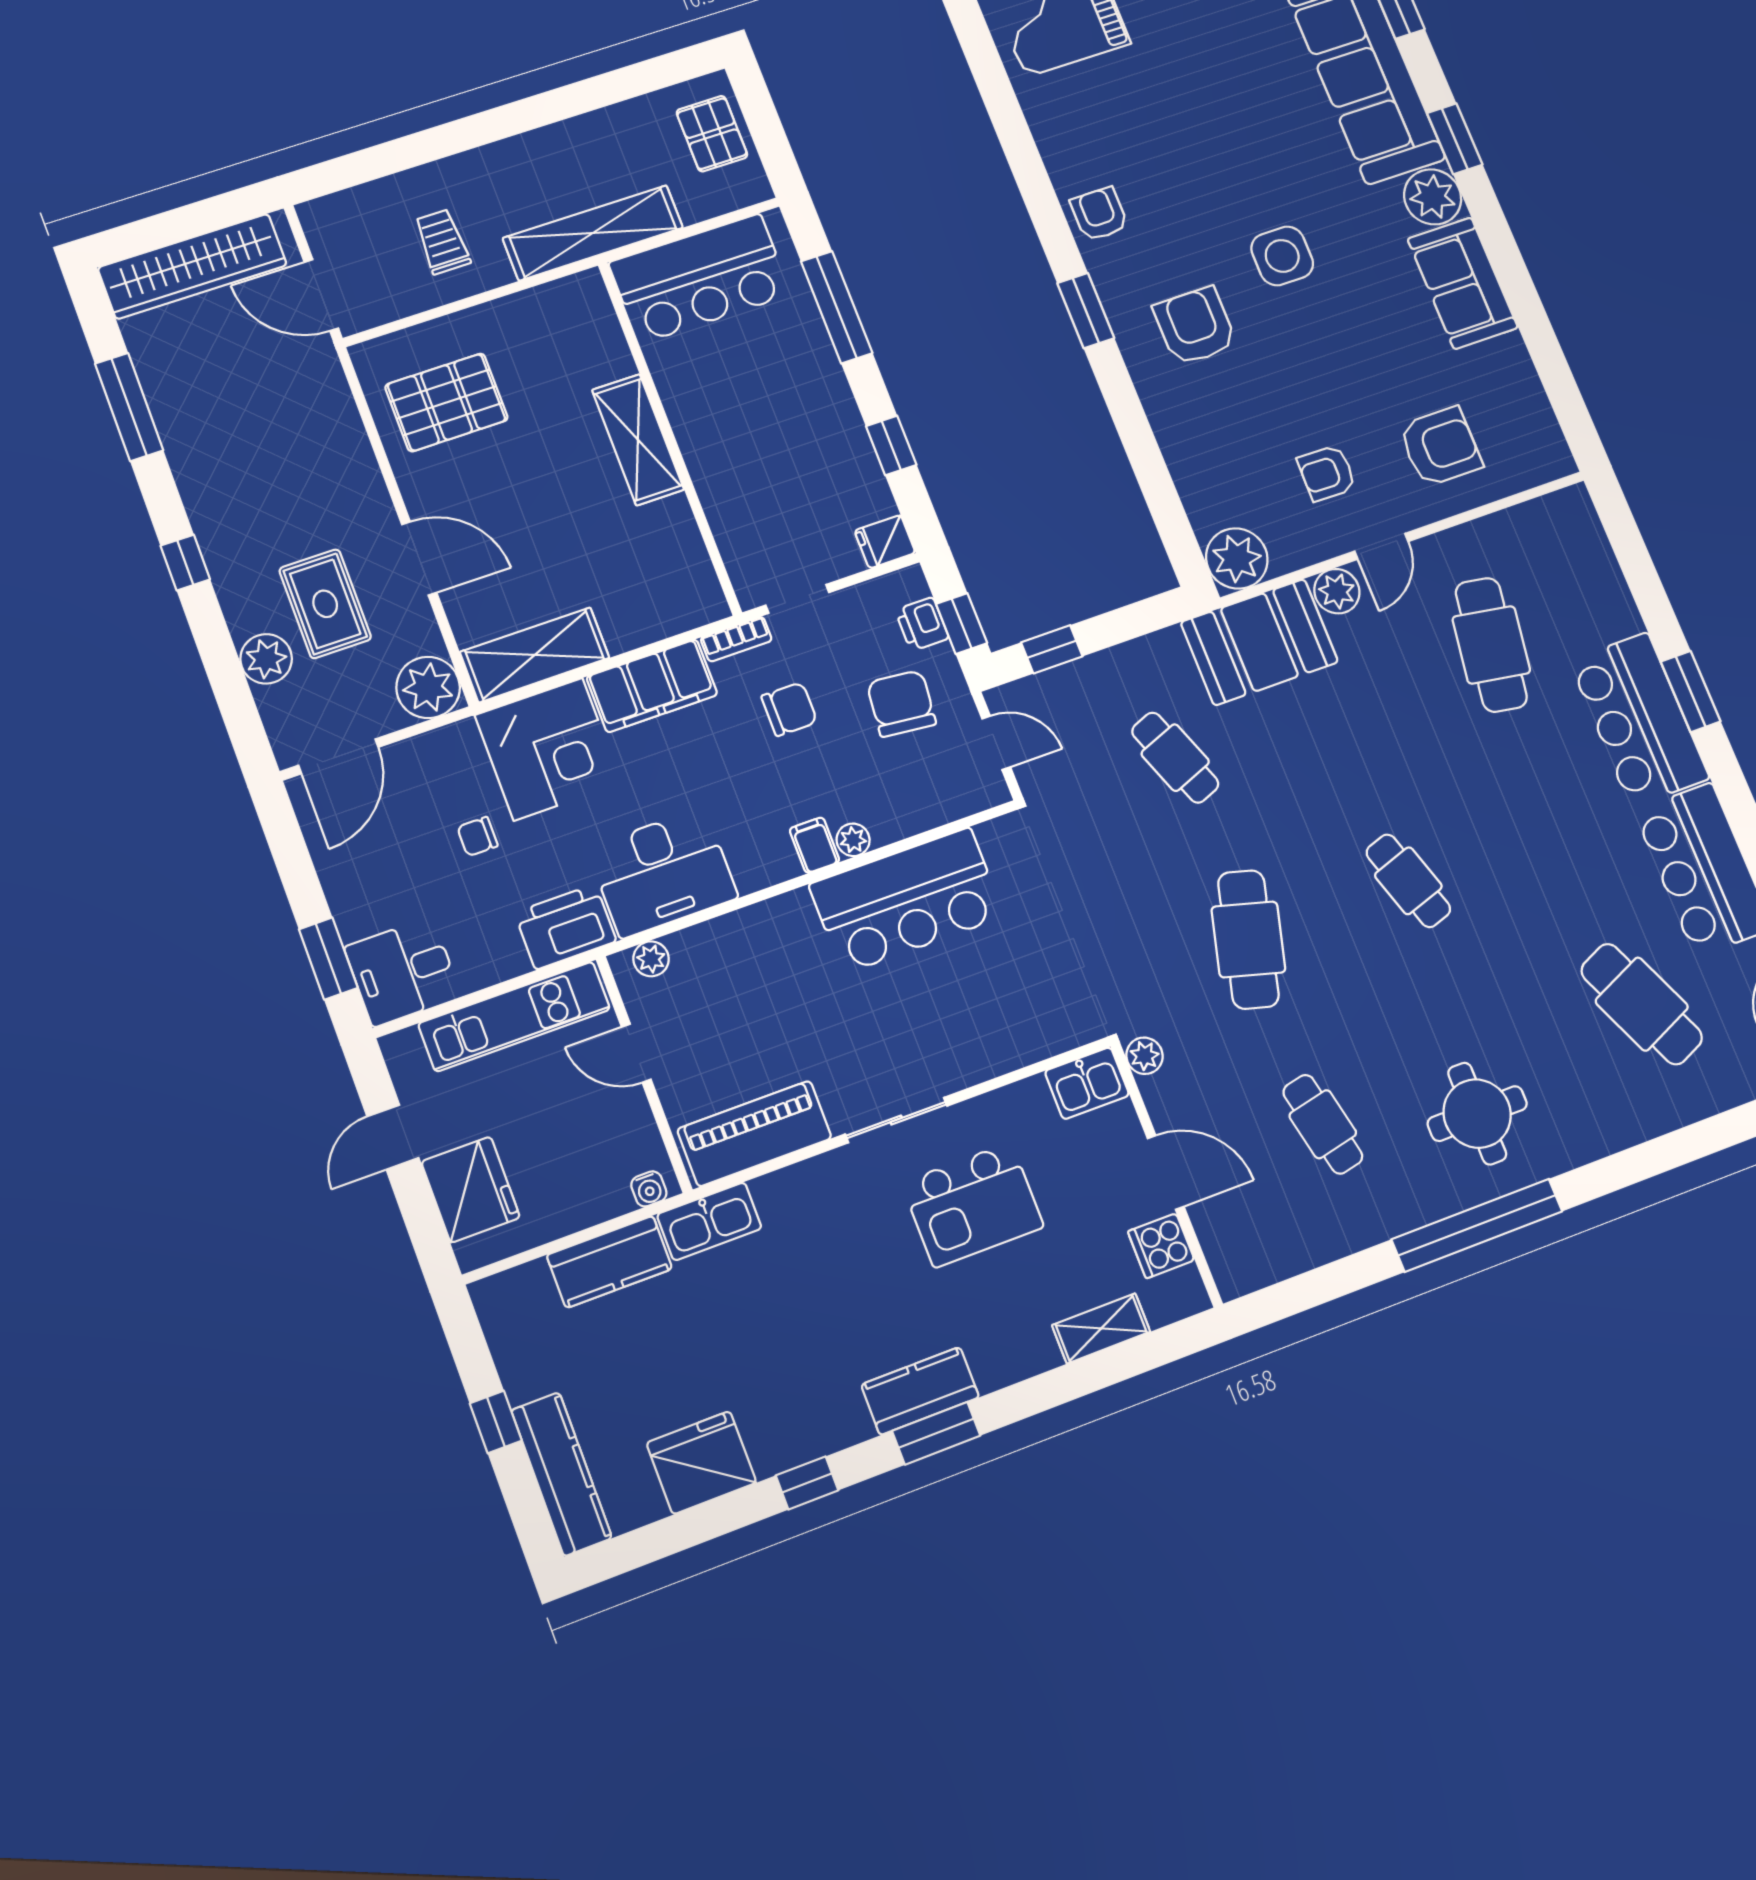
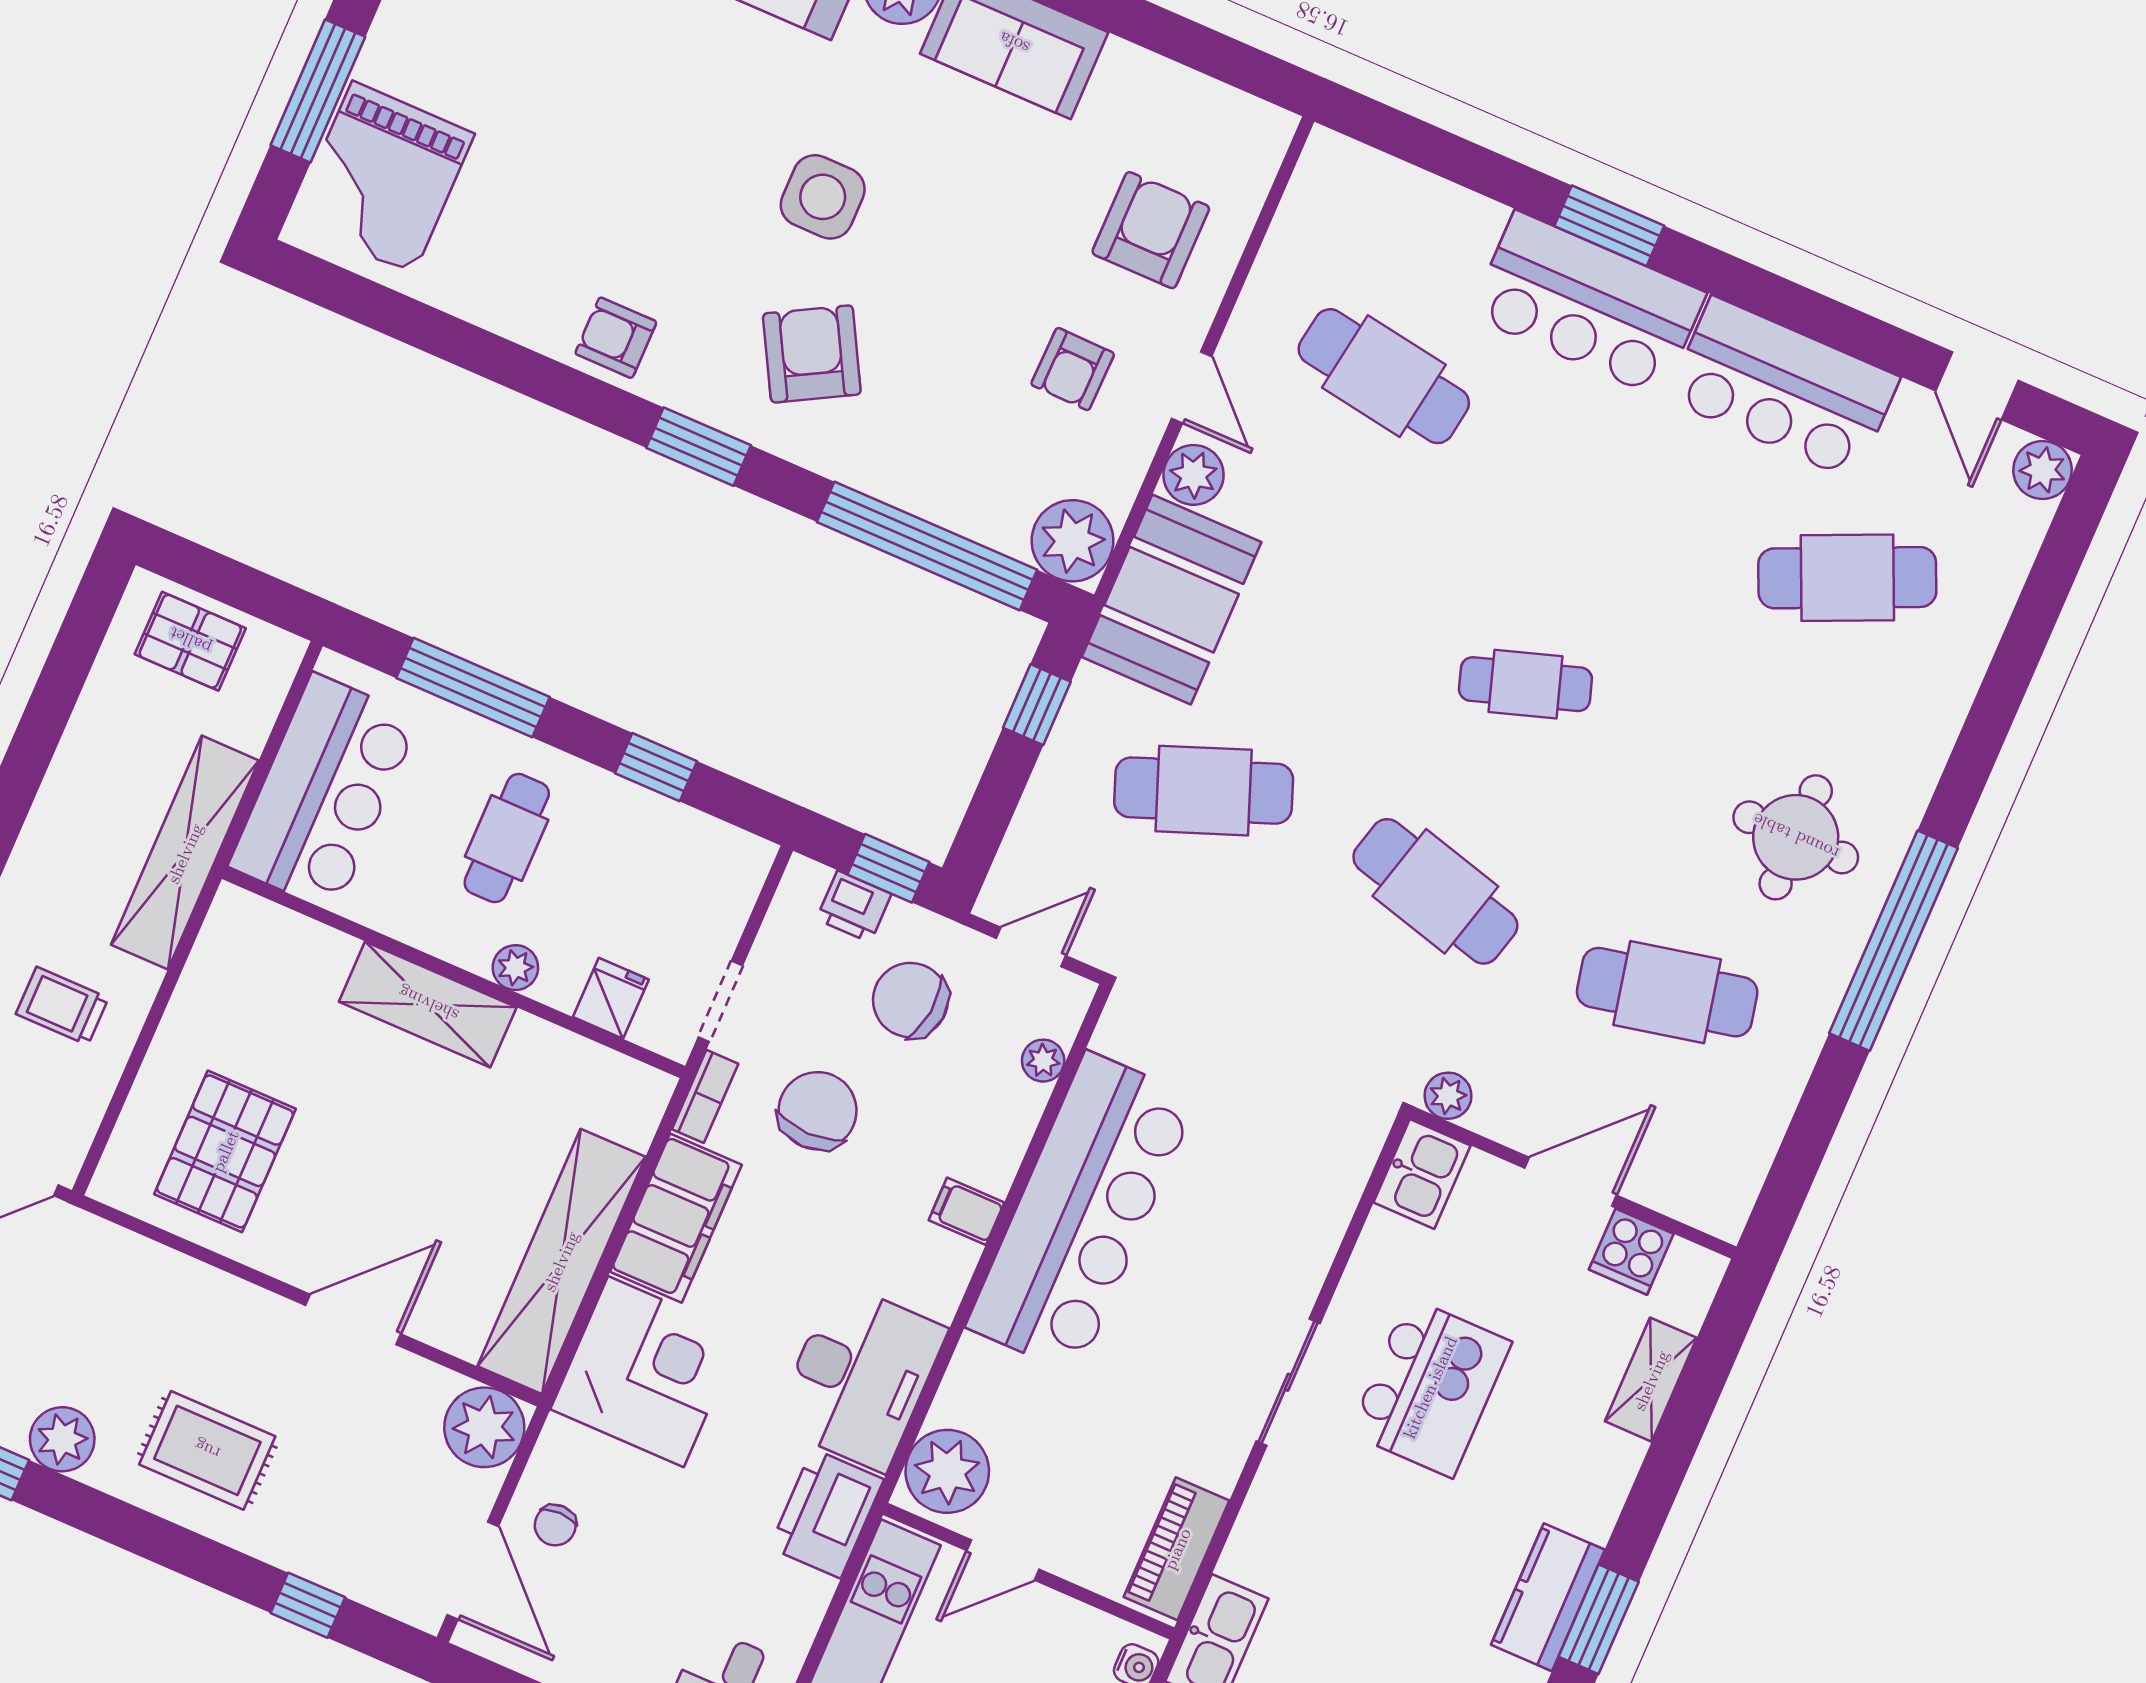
armchair: (1195, 326) -> (812, 354), turned 61
cafe table: (772, 400) -> (507, 838), added
plant: (706, 469) -> (515, 968), added
window: (1156, 482) -> (927, 546), added
fridge: (885, 542) -> (611, 998), moved, turned 180
window: (185, 562) -> (308, 1605), moved
rug: (325, 604) -> (207, 1450), moved
window: (1052, 649) -> (1037, 705), moved
shelving: (535, 655) -> (561, 1261), width x1.47
plant: (266, 659) -> (62, 1439), moved
chair: (789, 709) -> (818, 1111), width x1.37, depth x1.37
cafe table: (1175, 758) -> (1204, 791), width x1.37, depth x1.35
chair: (477, 836) -> (555, 1525), moved
plant: (853, 840) -> (1043, 1061), moved
bar counter: (907, 900) -> (1082, 1213), width x1.36
plant: (651, 959) -> (947, 1471), width x1.88, depth x1.88
cafe table: (1323, 1124) -> (1667, 992), width x1.37, depth x1.35
piano: (754, 1134) -> (1177, 1549), width x0.73, depth x0.75

